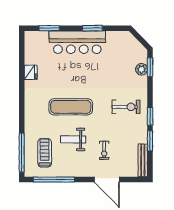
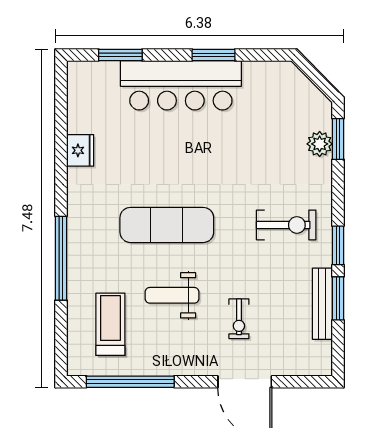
window: (22, 153) -> (61, 258), moved
bench: (143, 160) -> (322, 304), moved

